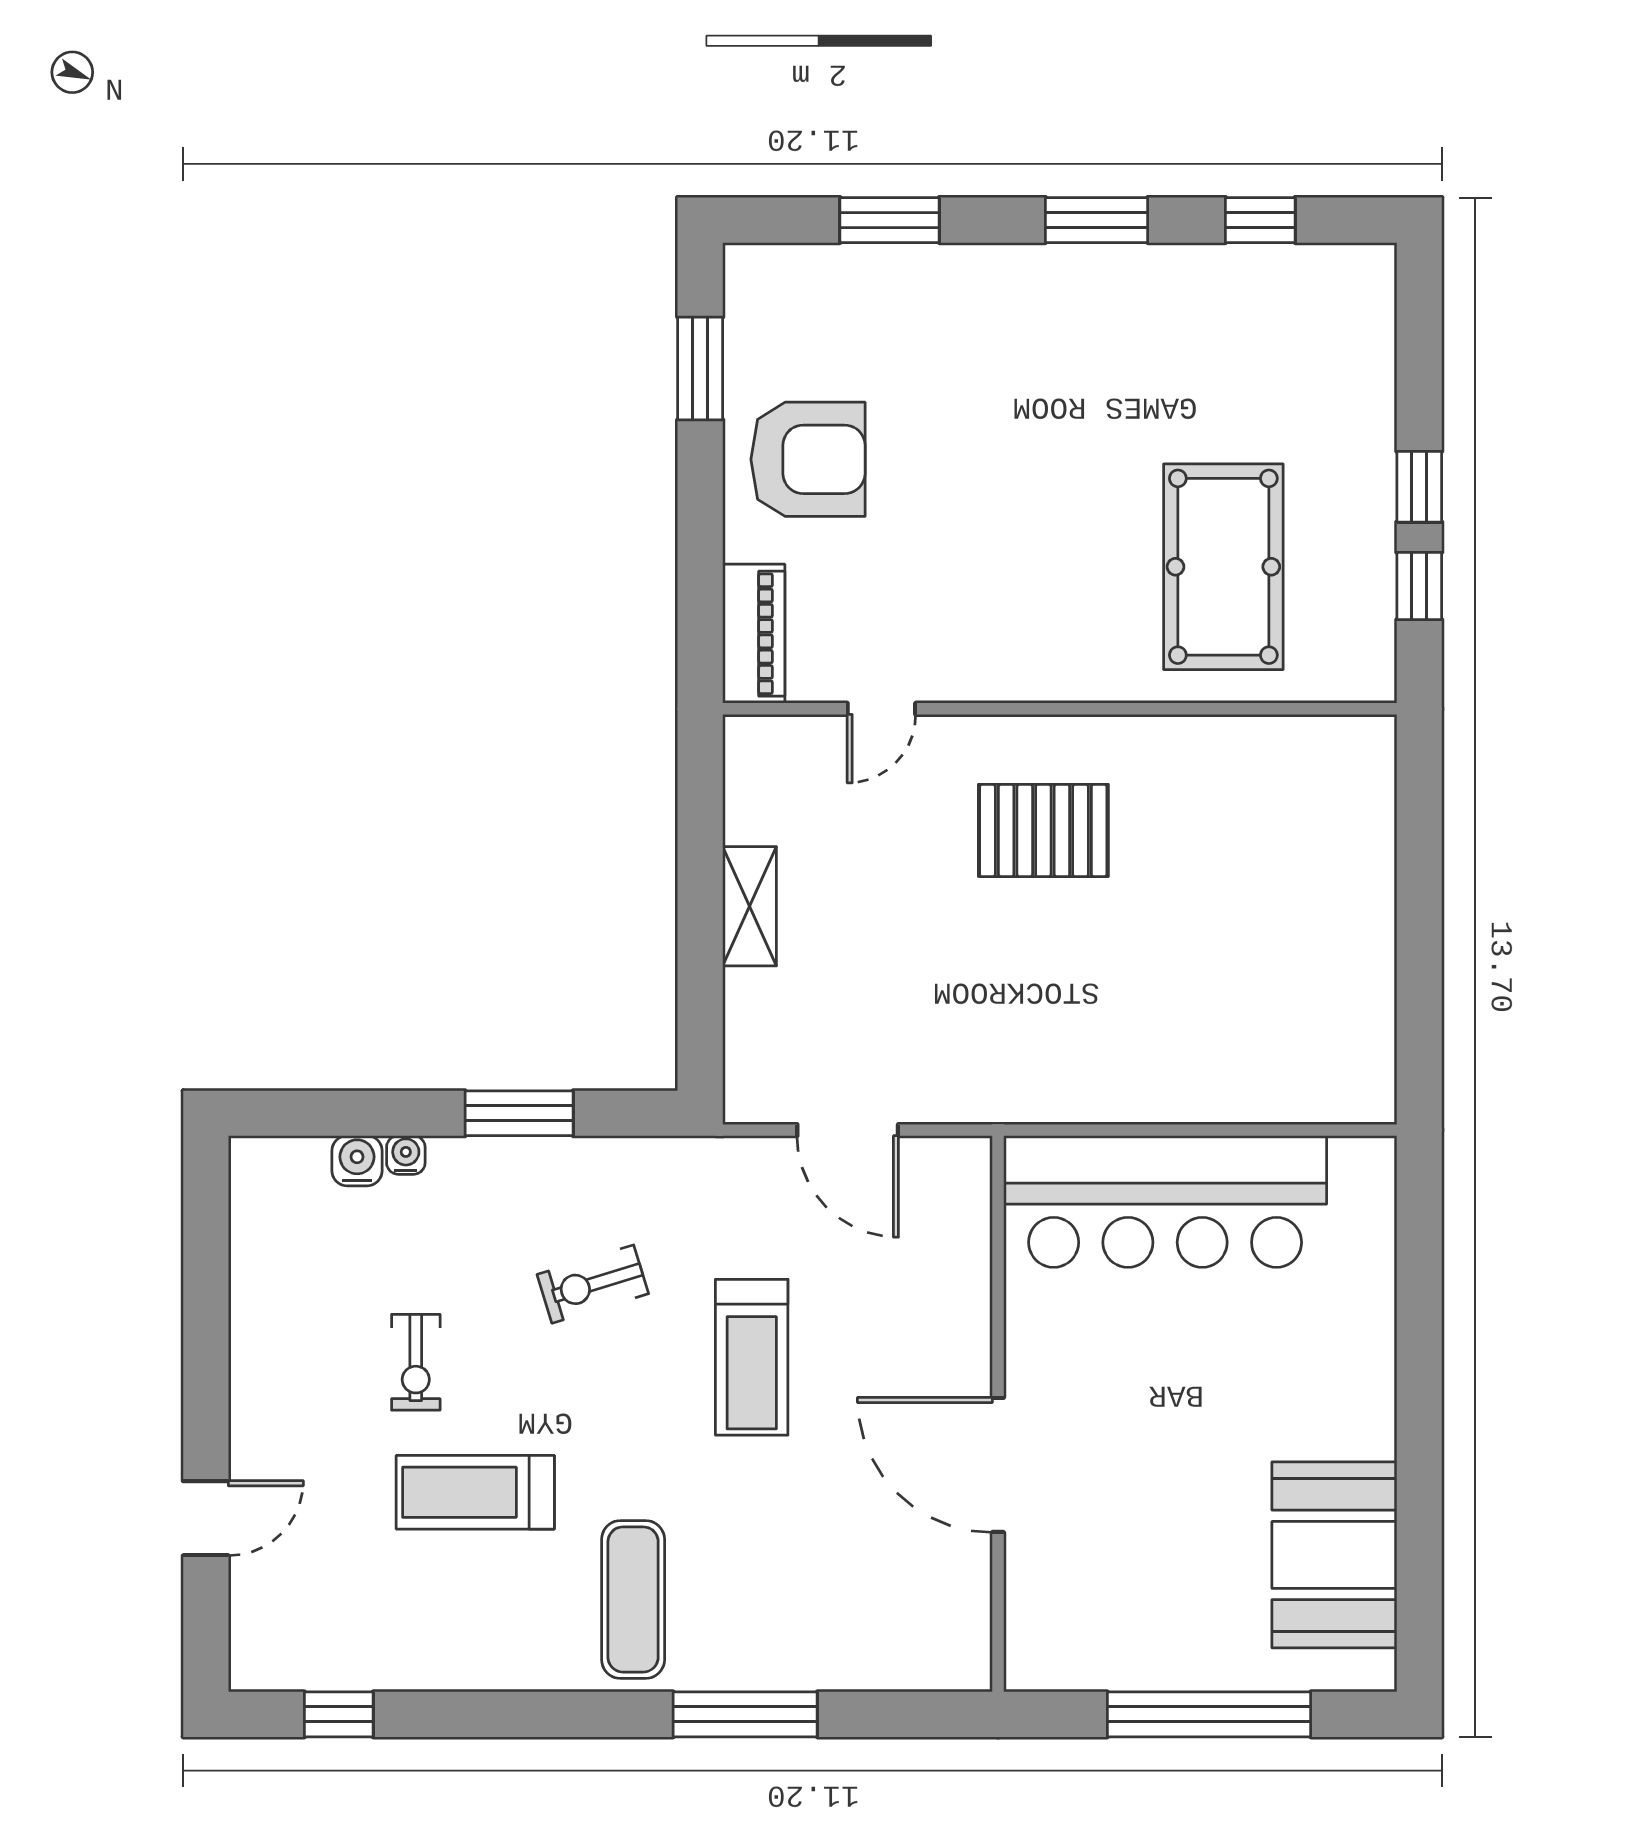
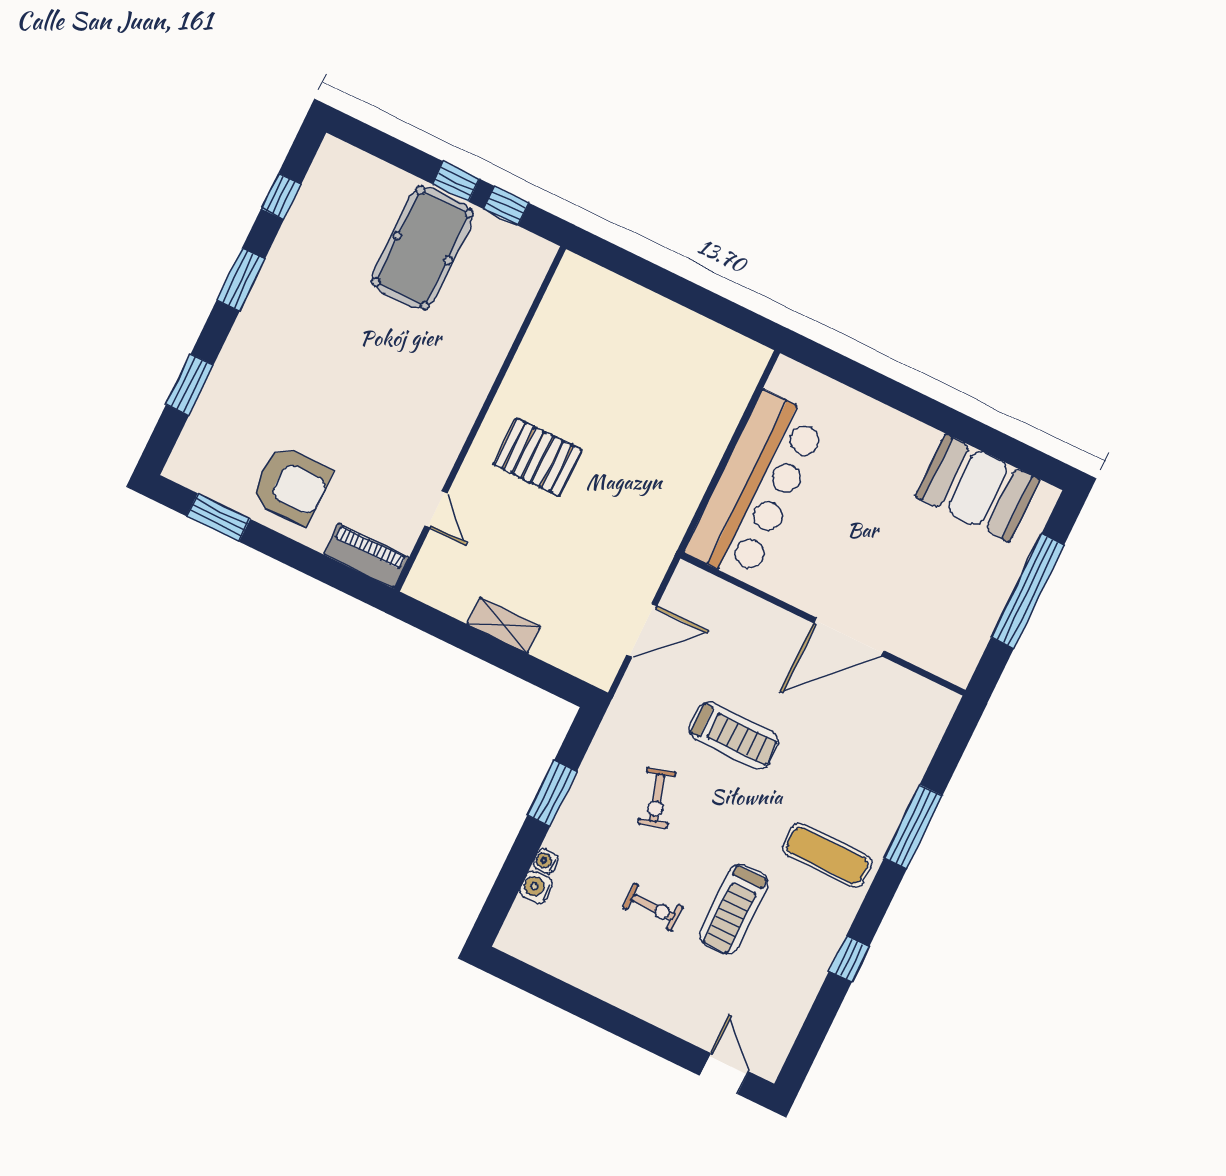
armchair: (808, 459) -> (291, 485), turned 90
pool table: (1223, 567) -> (423, 248), moved, turned 90
pallet: (1043, 830) -> (538, 457), turned 90
door: (206, 1518) -> (724, 1073), moved
window: (339, 1714) -> (849, 959), moved

